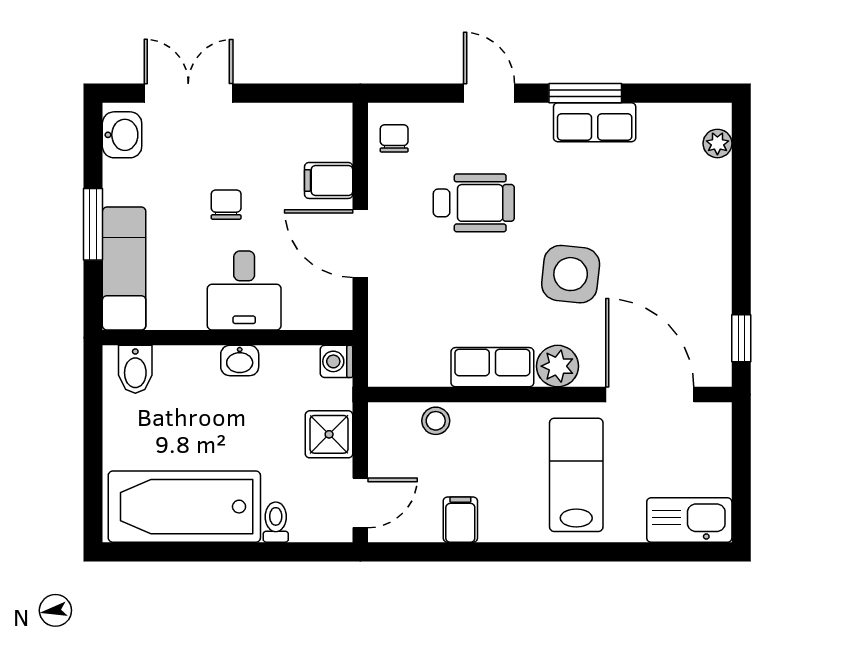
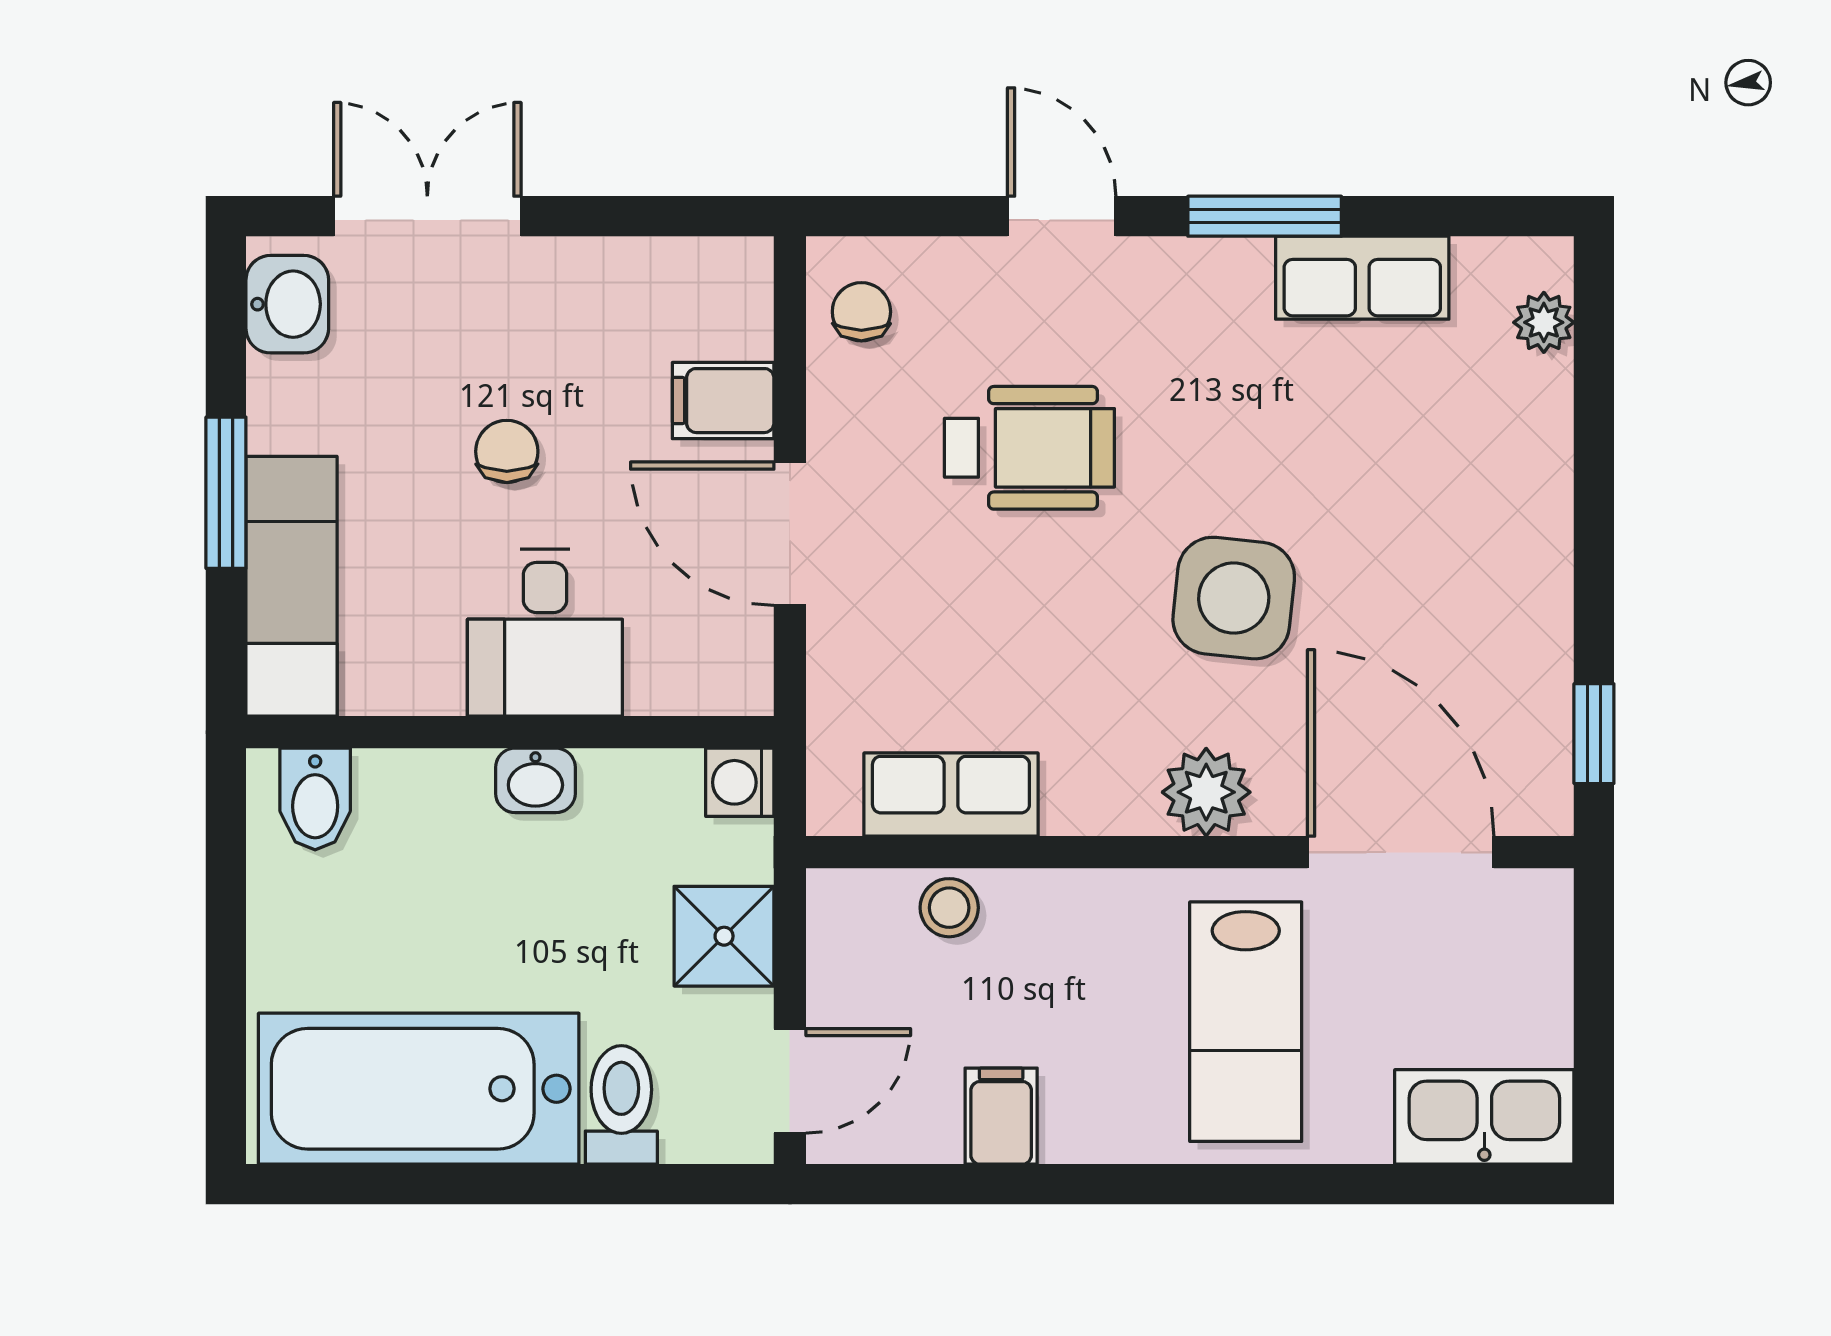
row of seats: (595, 122) -> (1362, 278), moved
row of seats: (492, 367) -> (951, 795), moved
lab bench: (576, 475) -> (1246, 1022), turned 180
toilet: (276, 522) -> (621, 1105), width x1.37, depth x1.39

